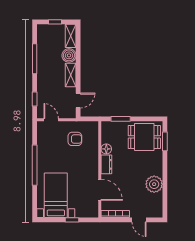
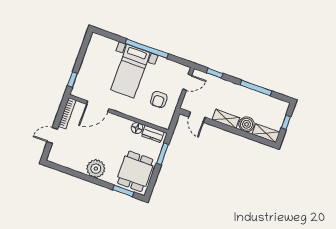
dresser: (106, 164) -> (153, 134), moved
plant: (154, 184) -> (96, 169), moved
bed with nightstands: (56, 195) -> (130, 71), moved, turned 90
window: (72, 220) -> (72, 80), moved

